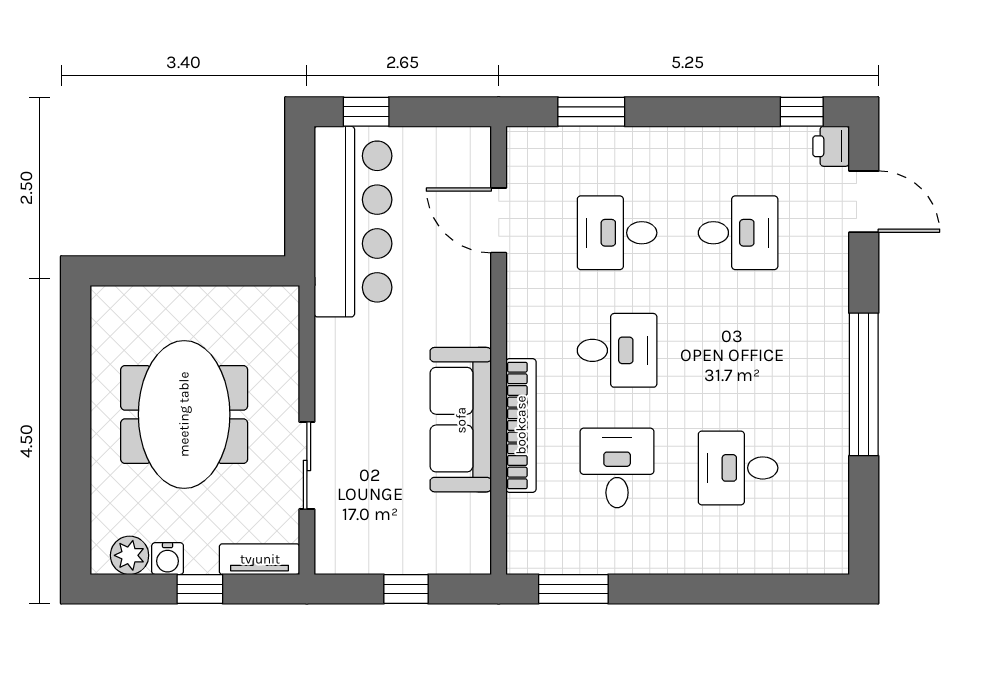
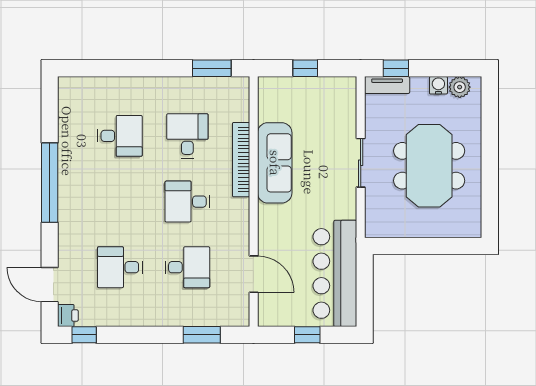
window: (366, 112) -> (307, 335), moved
sliding door: (307, 466) -> (361, 163), moved
desk: (617, 468) -> (187, 136), turned 180
window: (200, 589) -> (396, 68), moved

